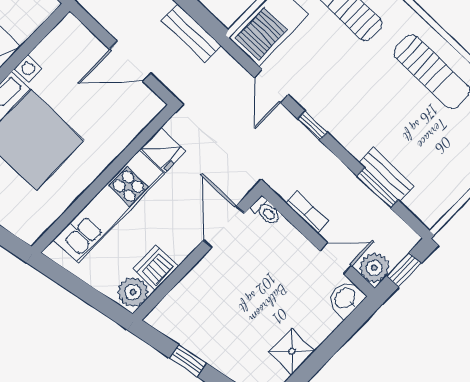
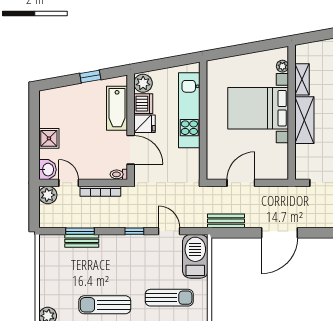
fridge: (163, 150) -> (144, 124), moved, turned 180
bookcase: (307, 212) -> (100, 191), width x1.56
door: (336, 258) -> (69, 183), swing flipped
window: (404, 270) -> (34, 207), removed
bathtub: (193, 292) -> (117, 108), added
shower: (292, 351) -> (49, 138), moved

